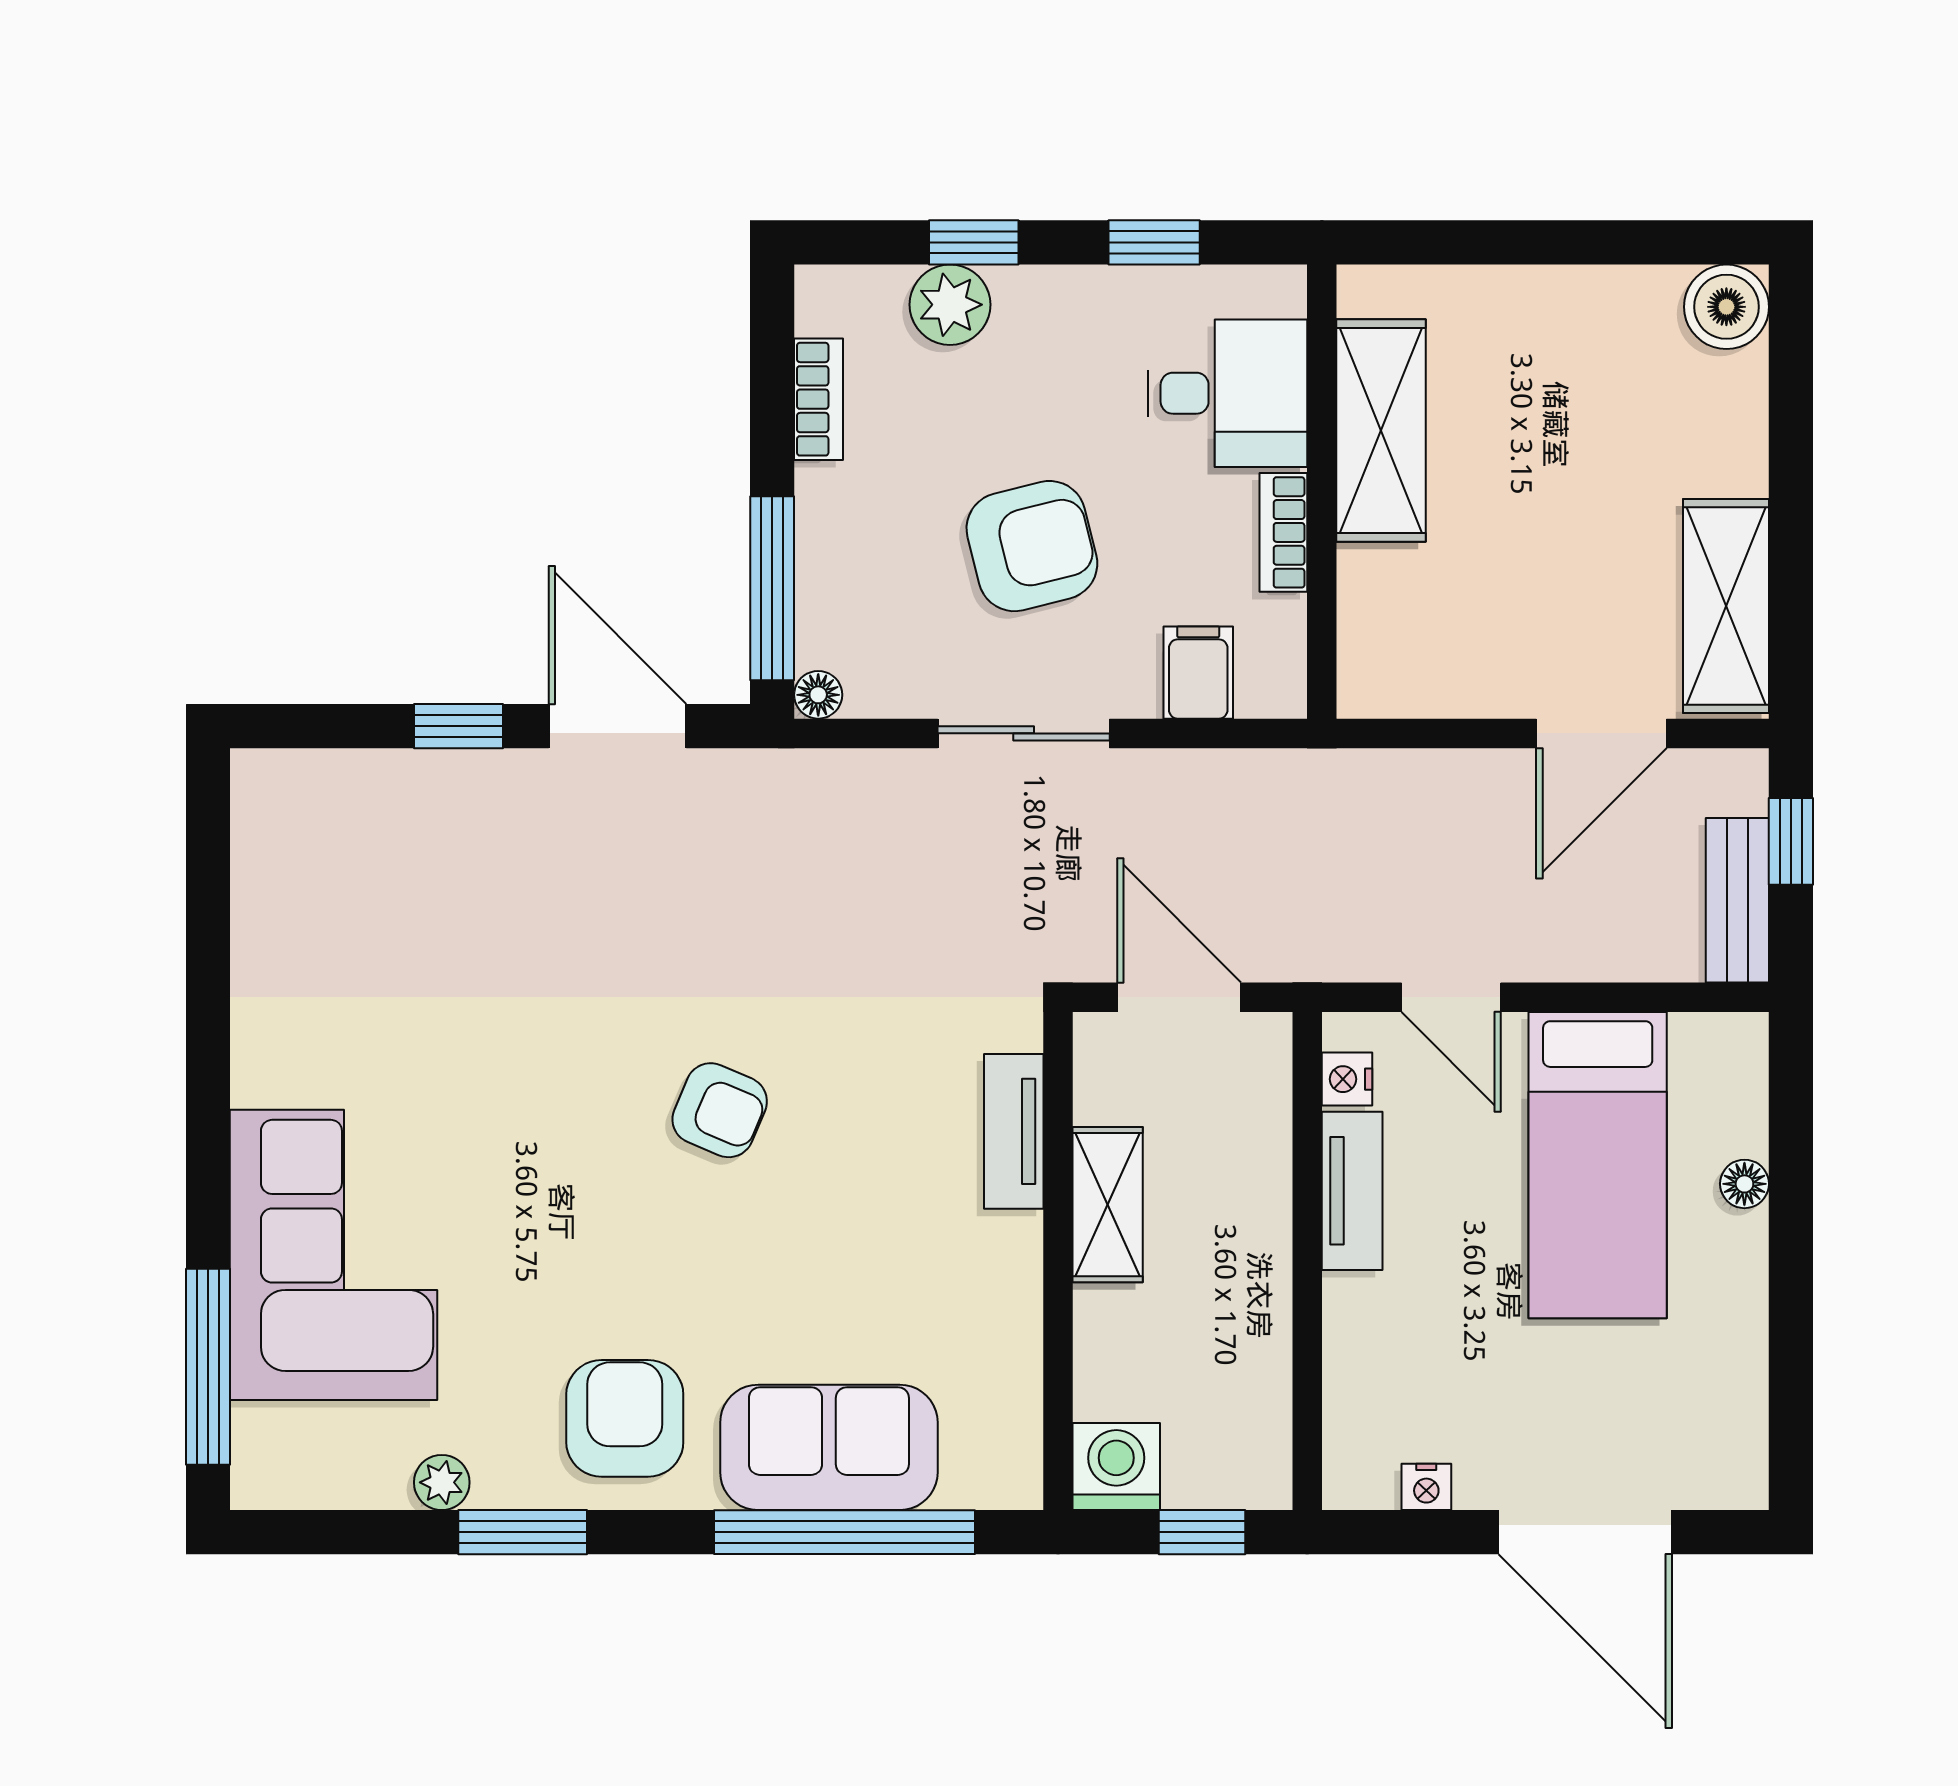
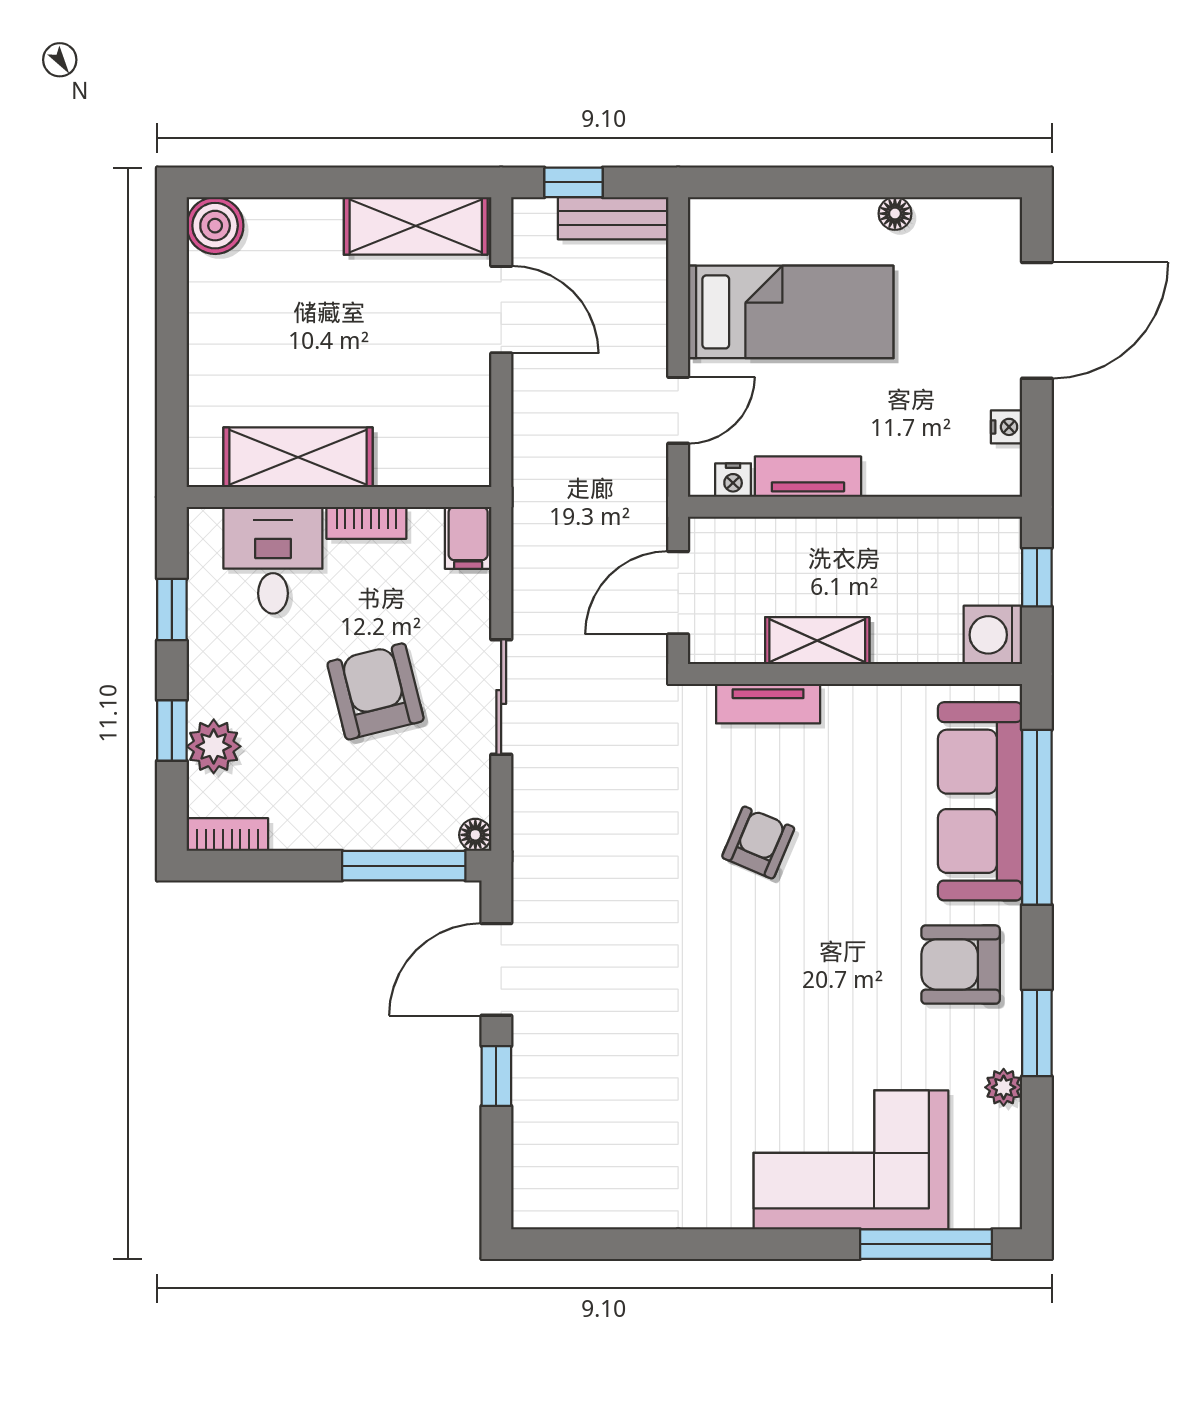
bookcase: (819, 399) -> (227, 835), moved
filing cabinet: (1198, 673) -> (468, 538), moved, turned -90
armchair: (720, 1110) -> (758, 842), moved
floor lamp: (1744, 1184) -> (895, 214), moved
sofa: (829, 1447) -> (980, 801), width x1.36

